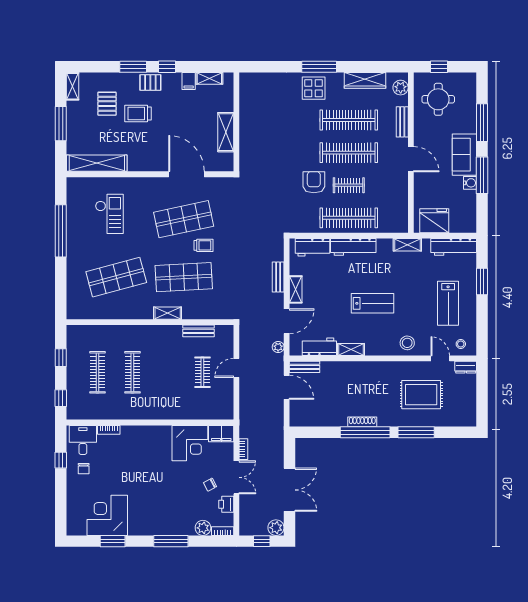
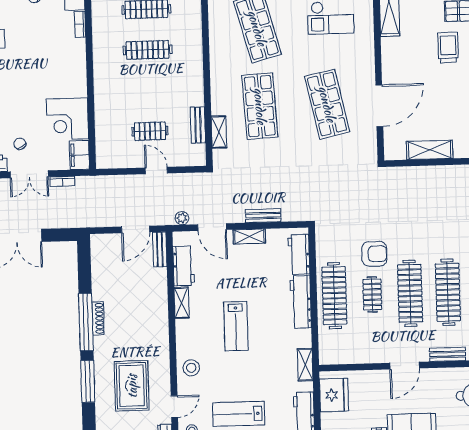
trolley: (204, 245) -> (297, 128), removed
shelving: (168, 313) -> (219, 132), moved

